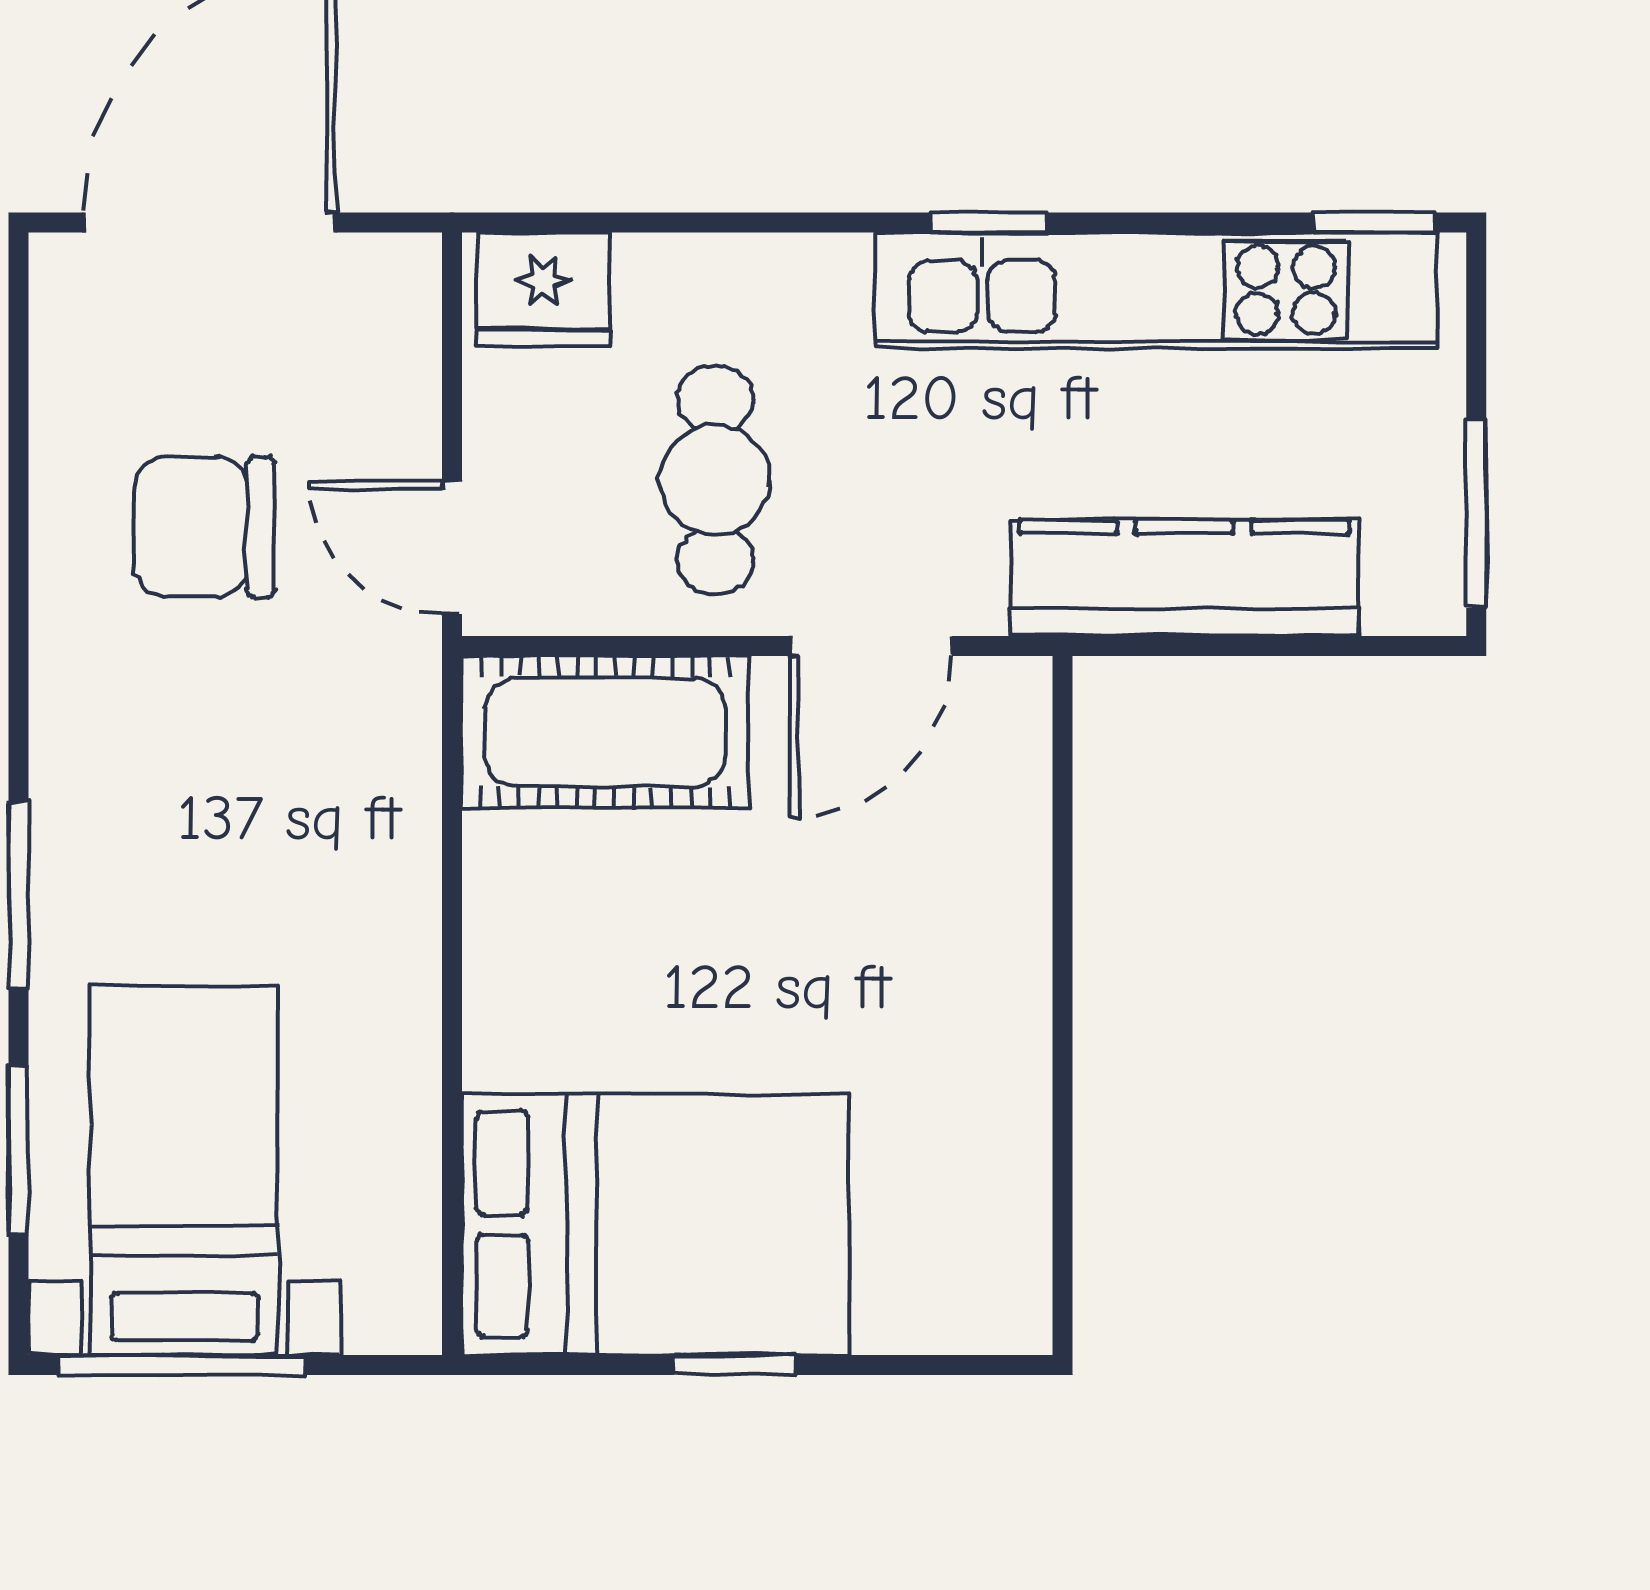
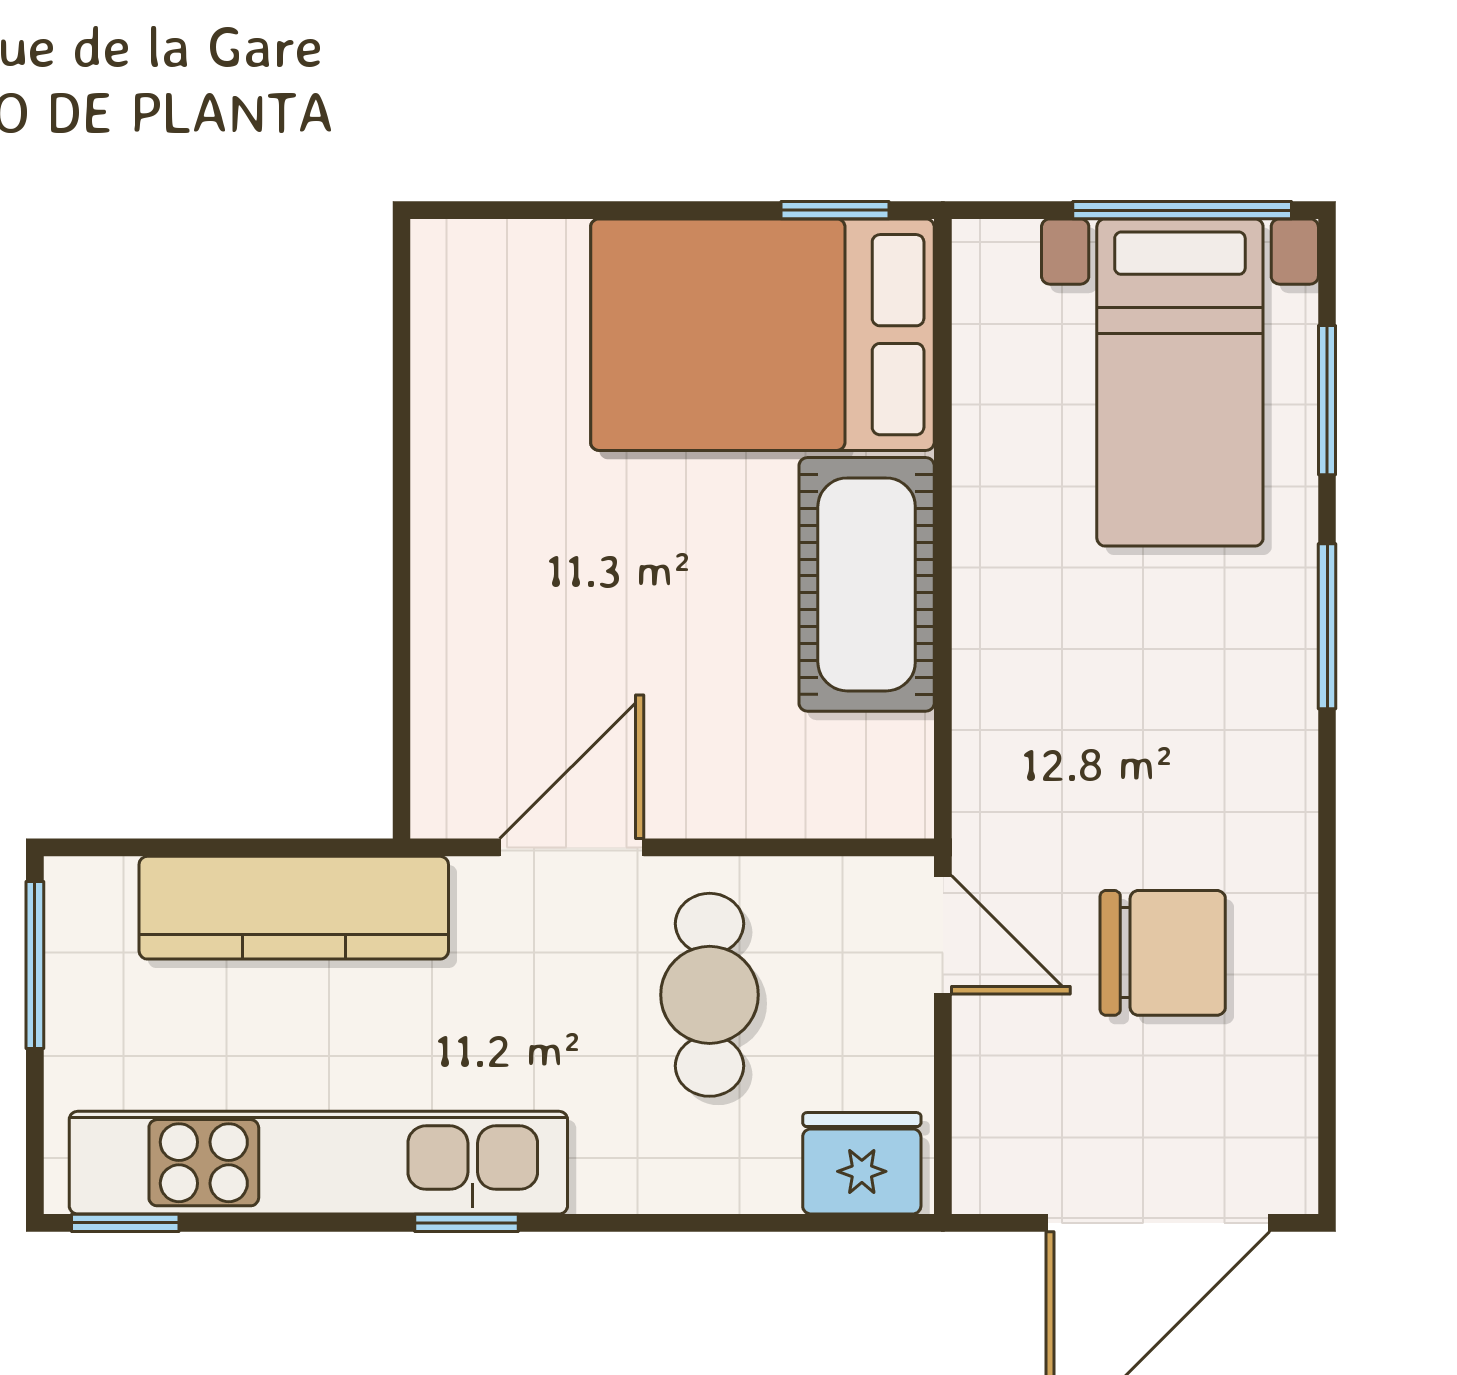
cot: (605, 732) -> (867, 584), moved, turned 90
window: (735, 1365) -> (835, 210), moved

